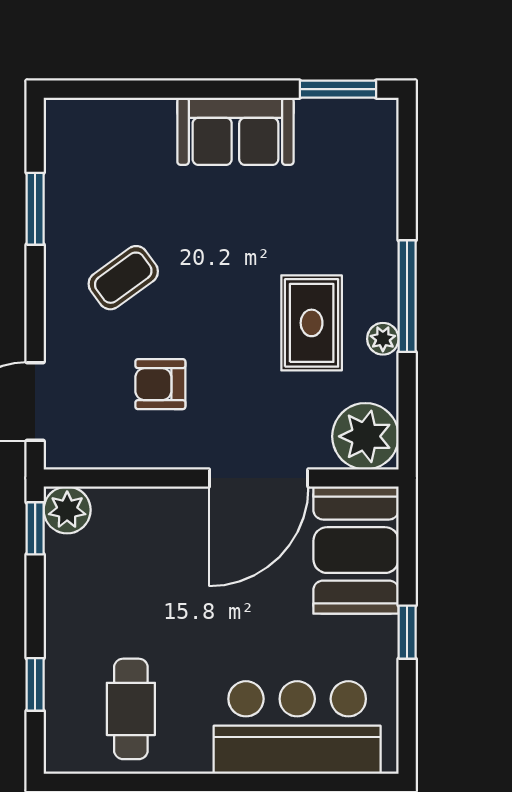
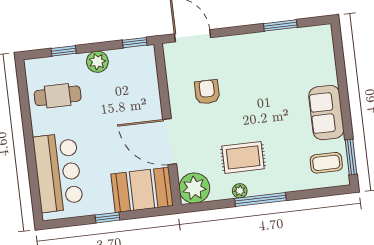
coffee table: (123, 278) -> (326, 163), moved, turned -54
plant: (67, 510) -> (97, 62), moved

